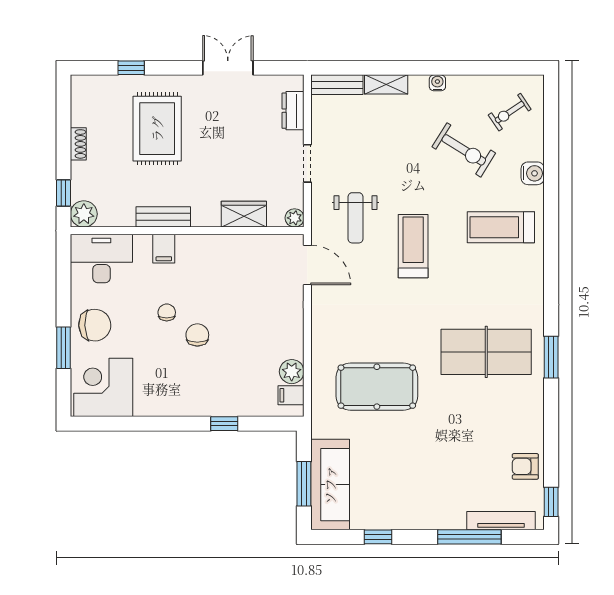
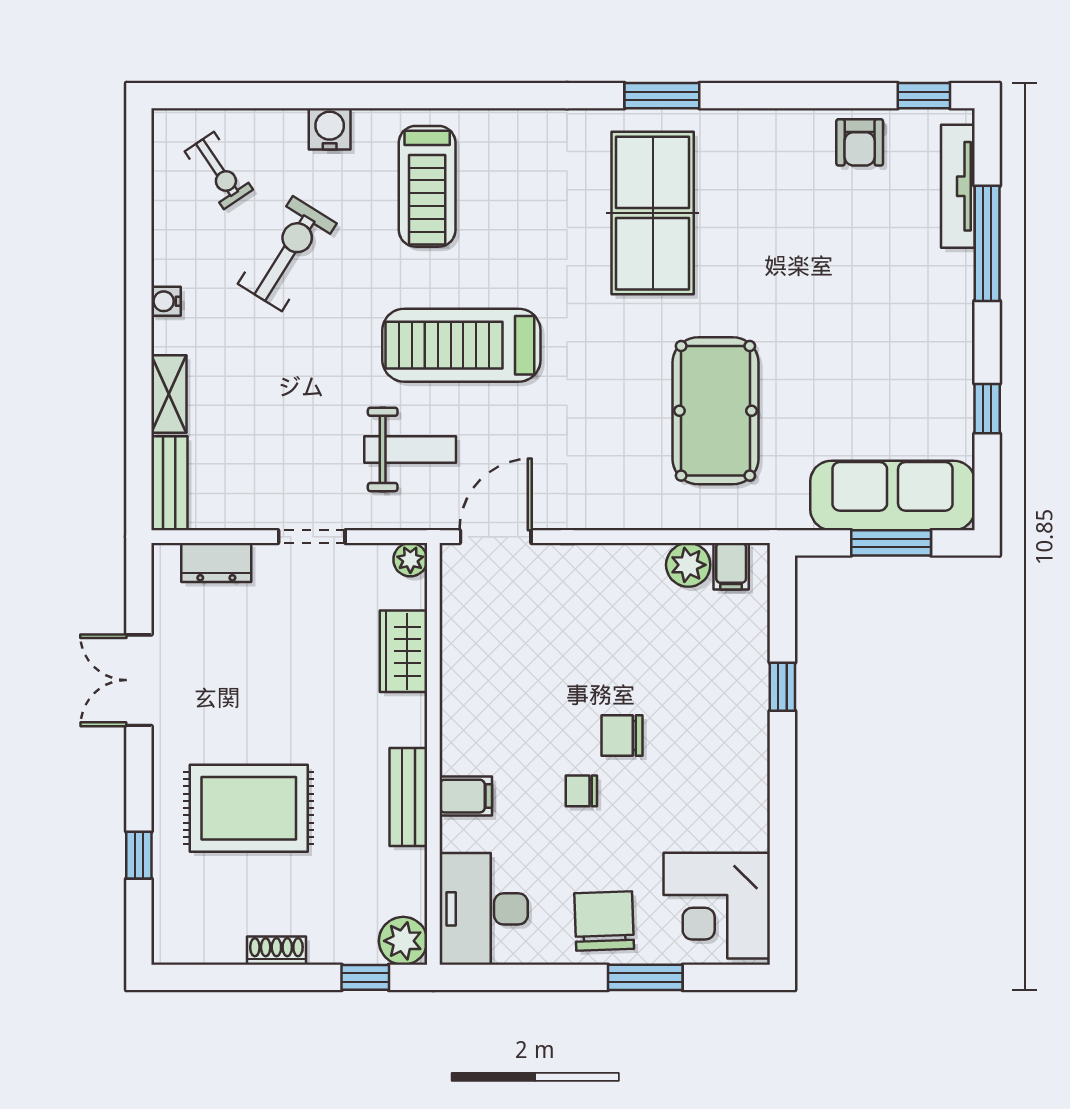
treadmill: (413, 246) -> (461, 345), width x1.37, depth x1.38

